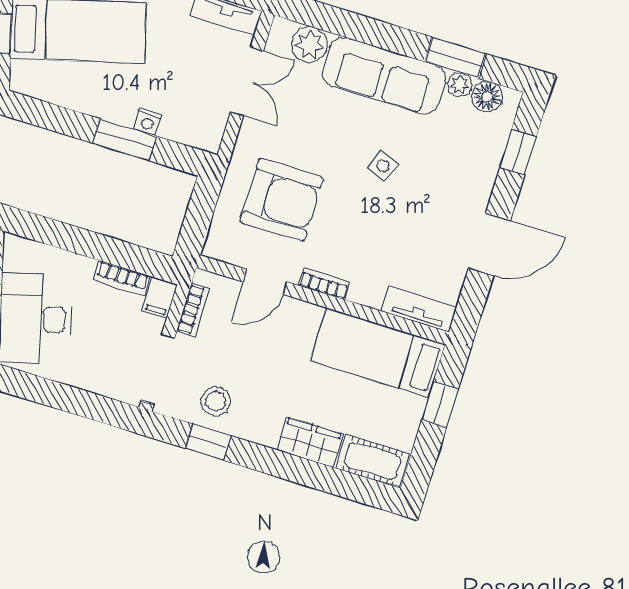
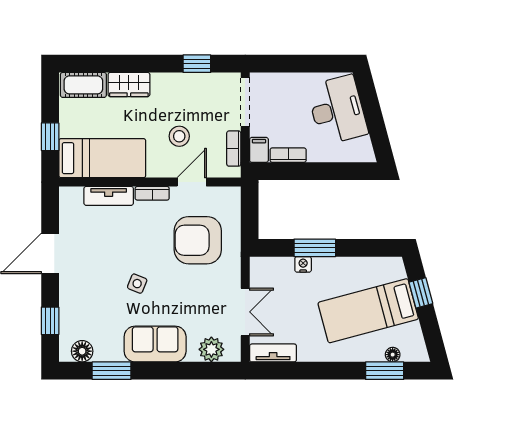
sofa: (384, 76) -> (155, 344), width x0.73
double door: (247, 81) -> (245, 312), swing flipped
plant: (460, 85) -> (103, 354), removed
tv unit: (419, 309) -> (109, 196), moved
stool: (216, 401) -> (179, 136), moved

